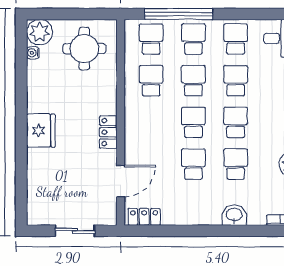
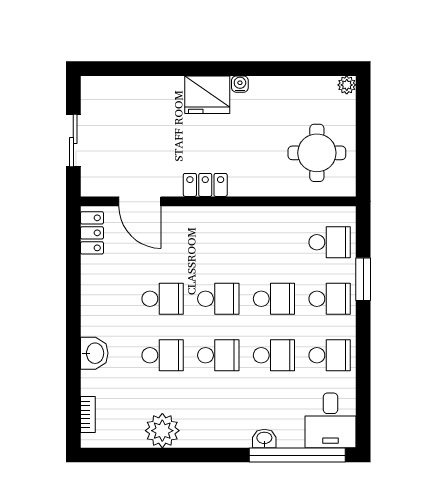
window: (179, 14) -> (363, 279), width x0.47
plant: (40, 32) -> (347, 85), width x0.53, depth x0.53
water cooler: (33, 53) -> (240, 84), moved
school desk: (151, 81) -> (274, 242), removed

